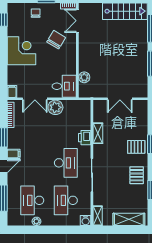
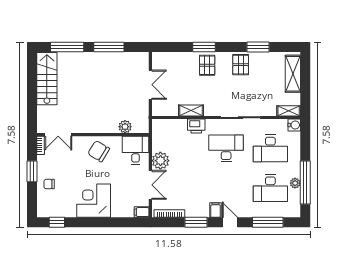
chair: (56, 40) -> (99, 151), moved
pallet: (137, 175) -> (241, 65), turned 90
window: (37, 230) -> (305, 182), added

